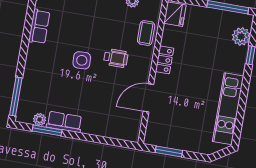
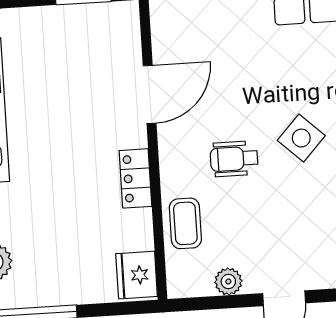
side table: (82, 60) -> (301, 138), turned 45

